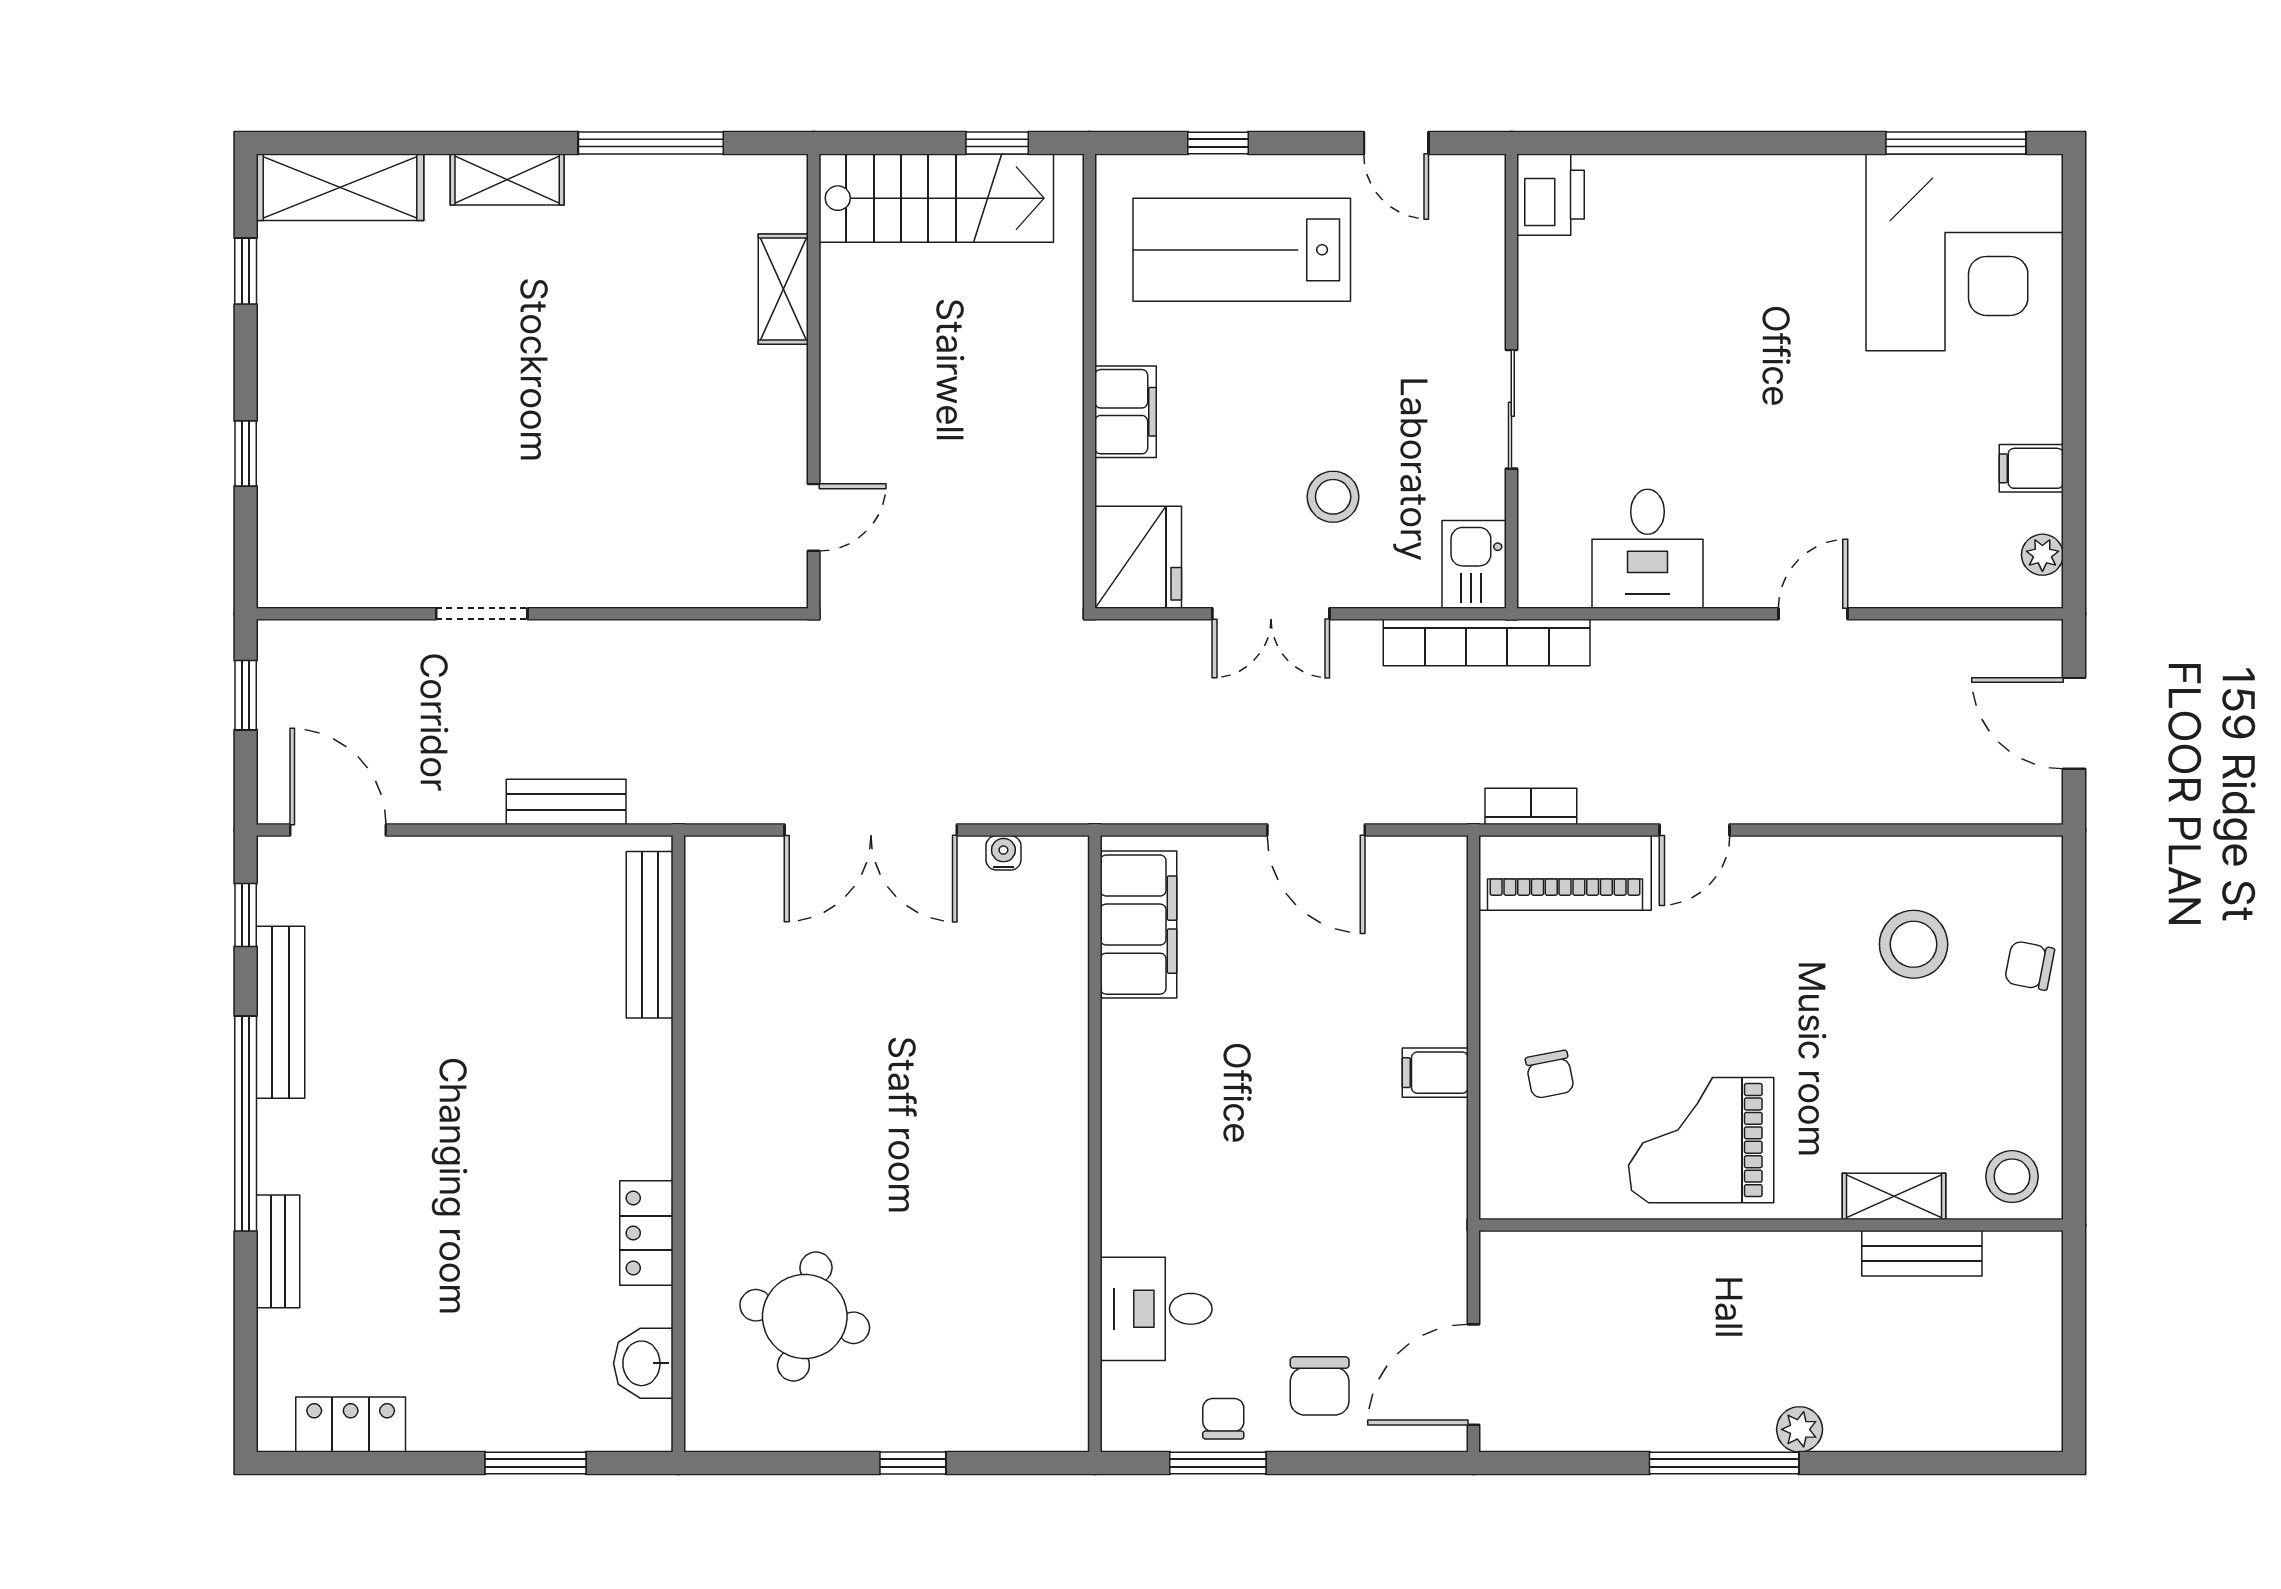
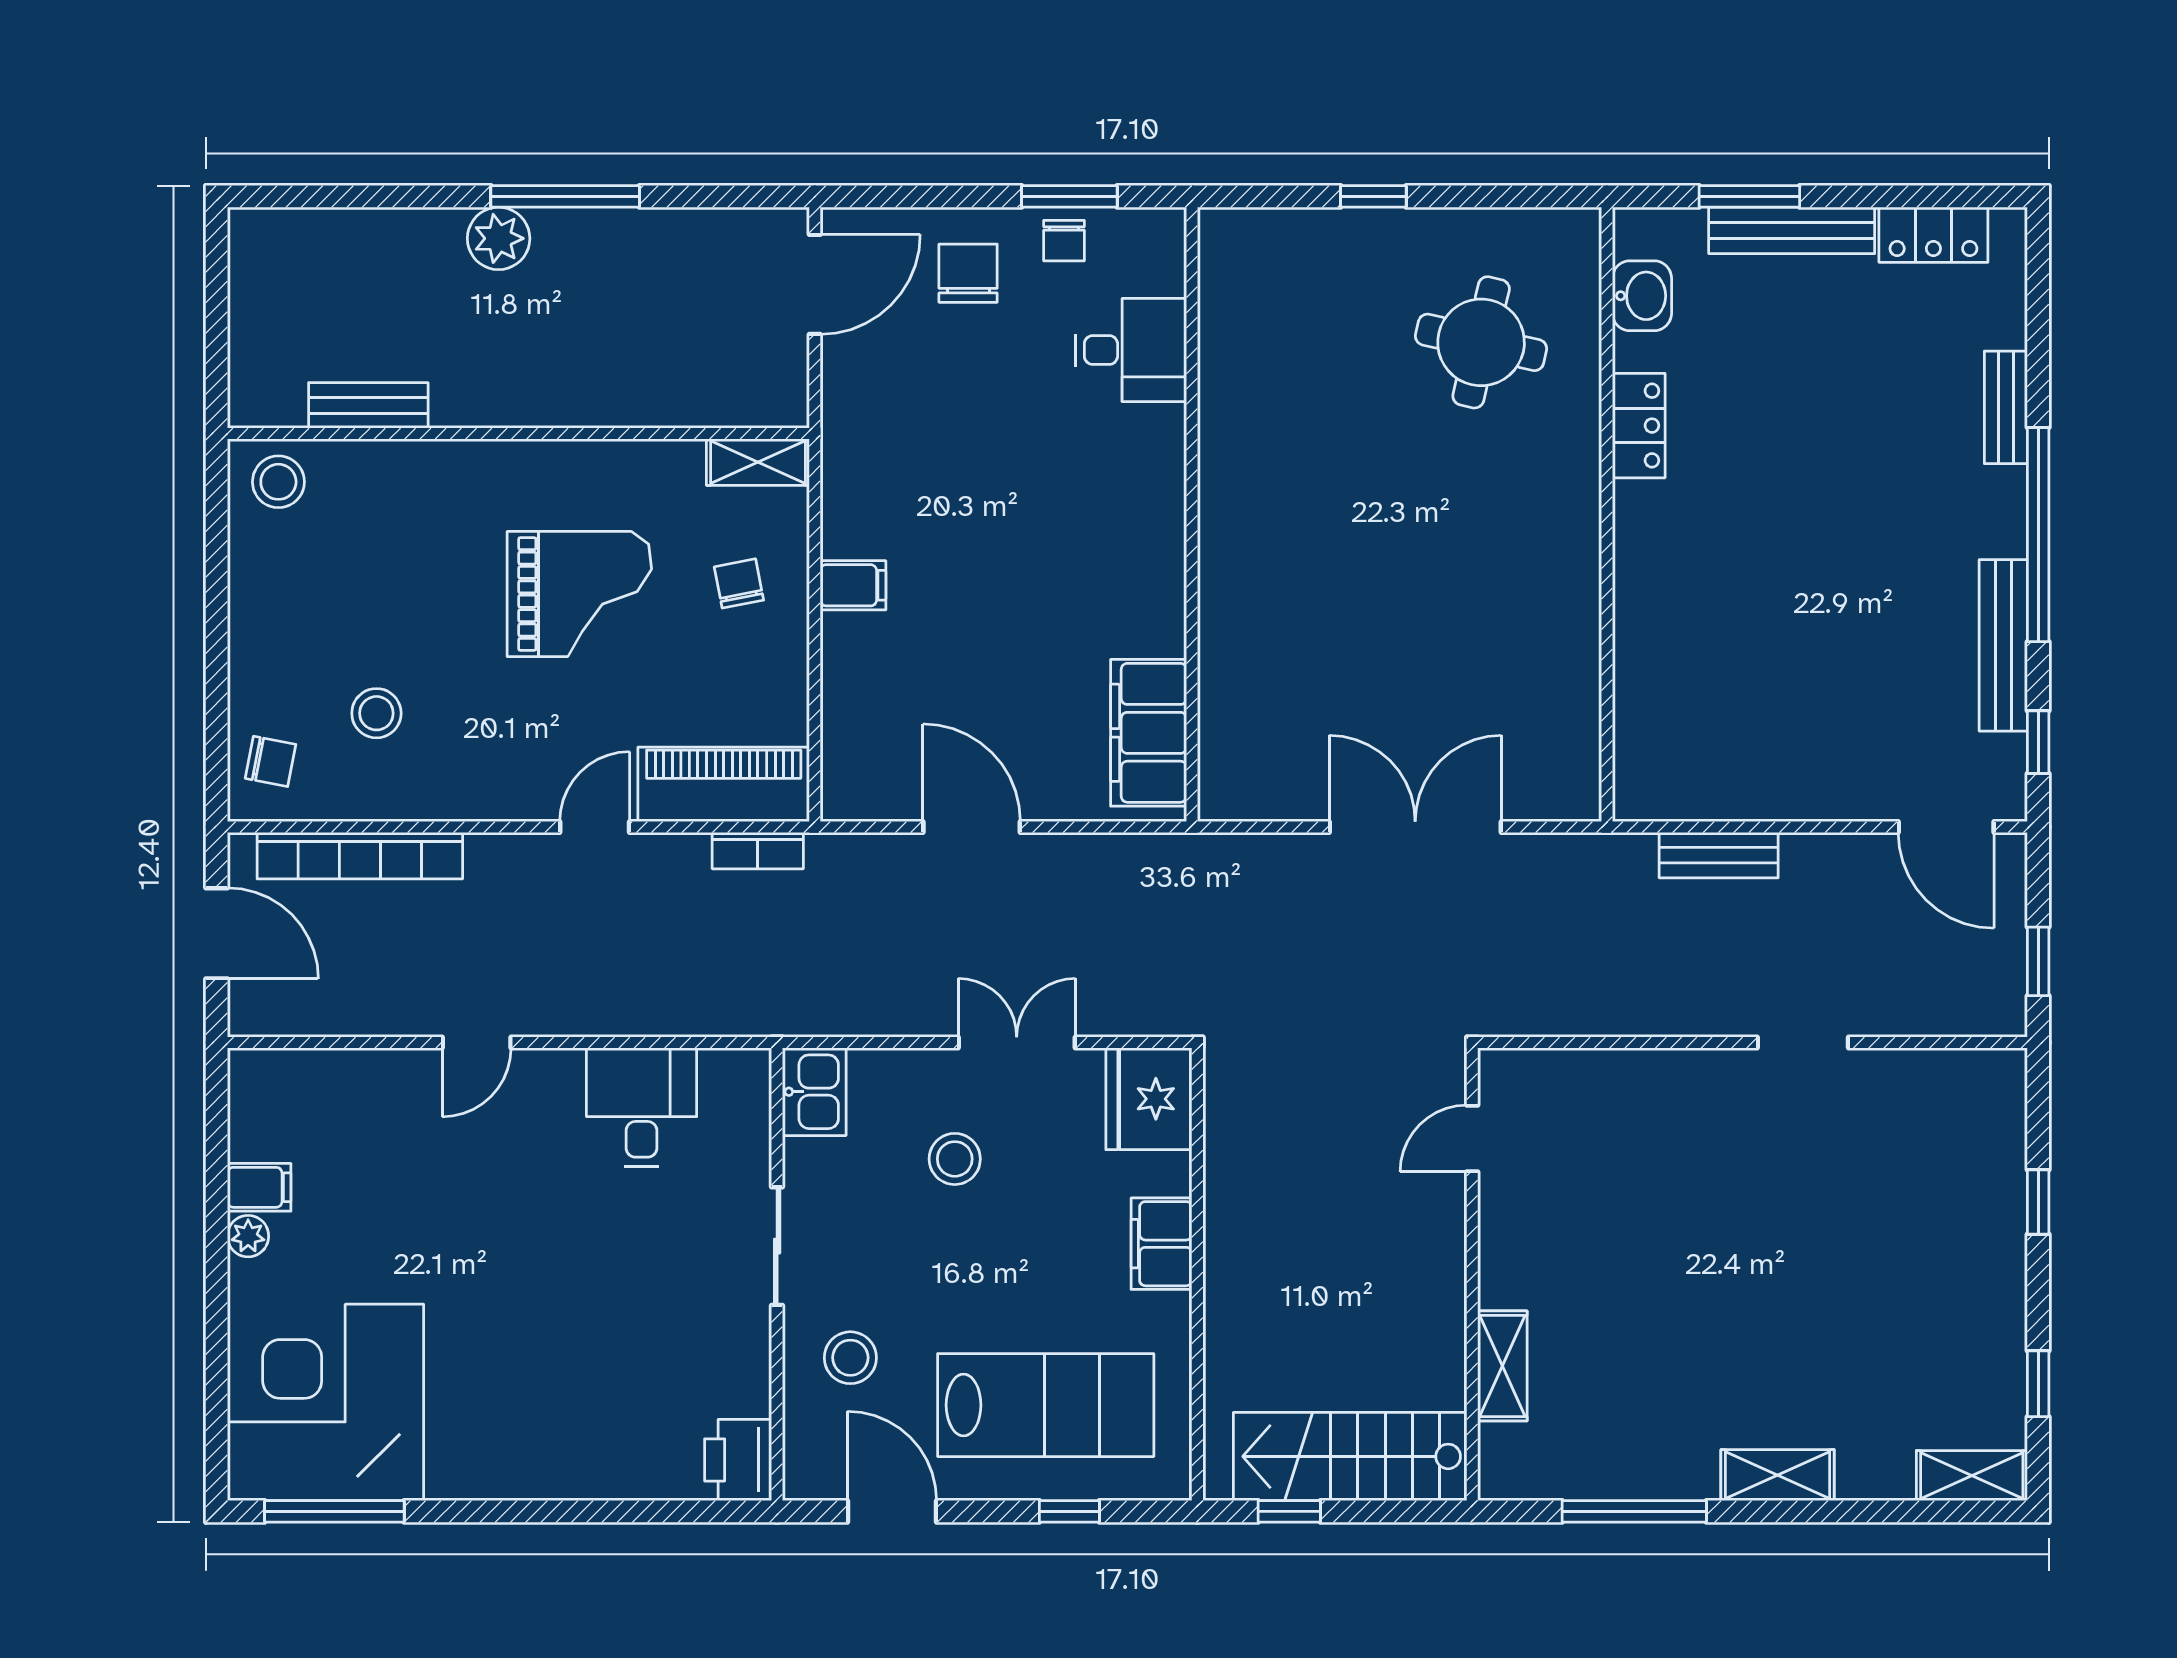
door: (1396, 143) -> (892, 1511), width x1.37
shelving: (340, 187) -> (1972, 1476), width x0.67, depth x0.75
stool: (1438, 297) -> (850, 1358), added
plant: (2042, 555) -> (248, 1236), moved
bookcase: (1487, 643) -> (360, 856), moved, turned 180
water cooler: (1003, 853) -> (1283, 804), removed
bench: (650, 935) -> (1792, 230), moved, turned 90
stool: (1914, 944) -> (376, 713), width x0.73, depth x0.73
chair: (2030, 966) -> (271, 761), moved
grand piano: (1701, 1140) -> (579, 594), moved
shelving: (1894, 1196) -> (758, 462), moved
plant: (1800, 1429) -> (499, 238), width x1.38, depth x1.38

